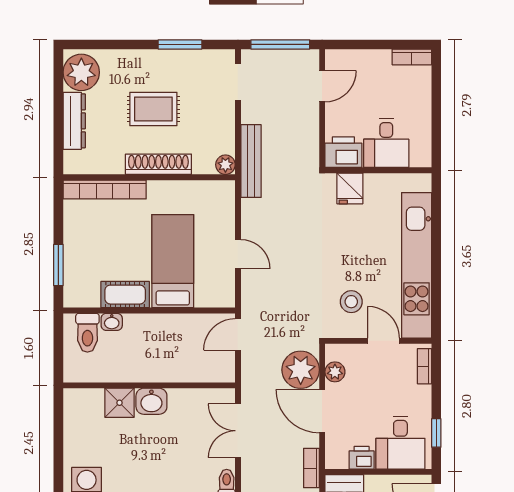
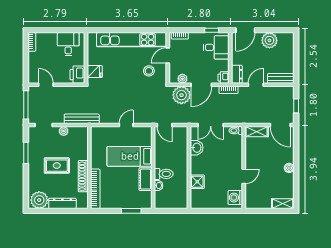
rug: (153, 109) -> (57, 166), turned 90
desk: (386, 143) -> (68, 44), moved, turned -90
shoe rack: (158, 164) -> (83, 176), moved
plant: (225, 165) -> (64, 131), moved
toilet: (87, 333) -> (164, 174), moved
washbasin: (151, 401) -> (197, 148), moved
printer: (362, 458) -> (224, 78), moved

